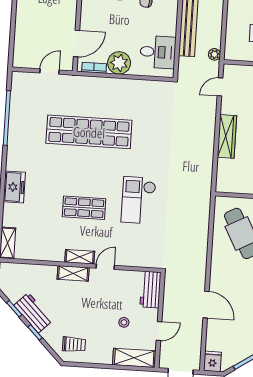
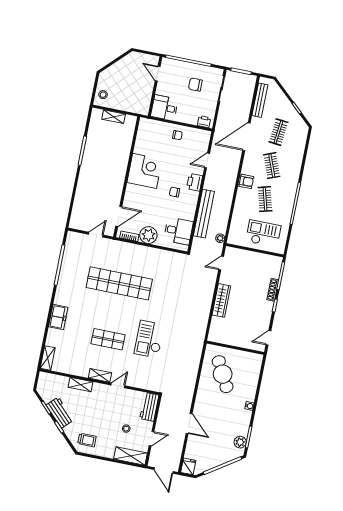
shelving: (73, 273) -> (81, 385), moved

